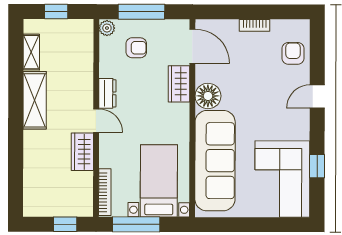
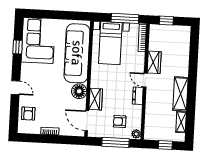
door: (317, 97) -> (15, 88), hinge flipped

